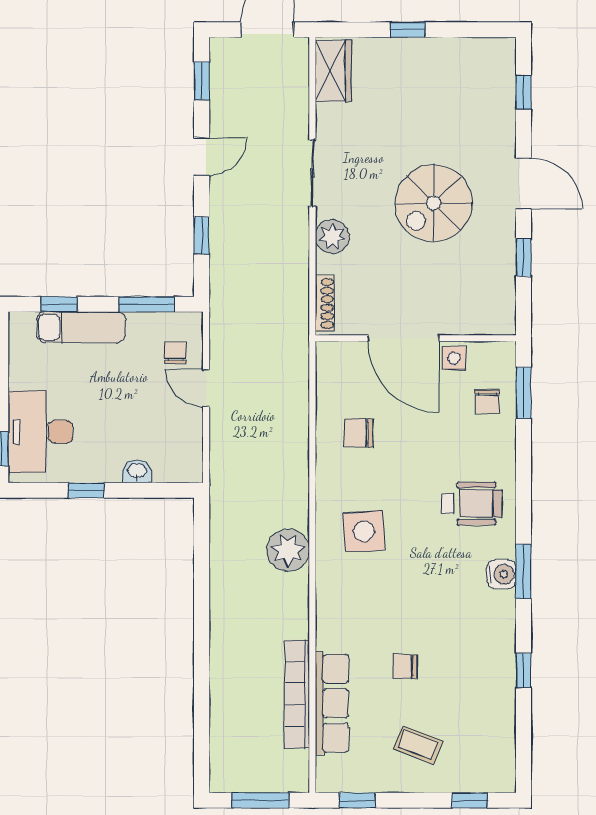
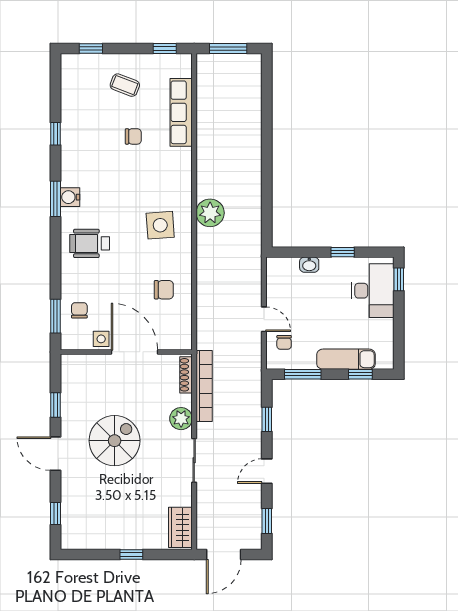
bookcase: (297, 694) -> (204, 386), moved

